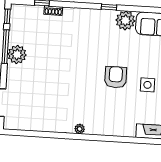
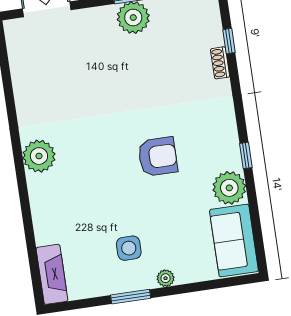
armchair: (116, 77) -> (158, 157), moved
plant: (80, 129) -> (39, 156), width x1.88, depth x1.88

